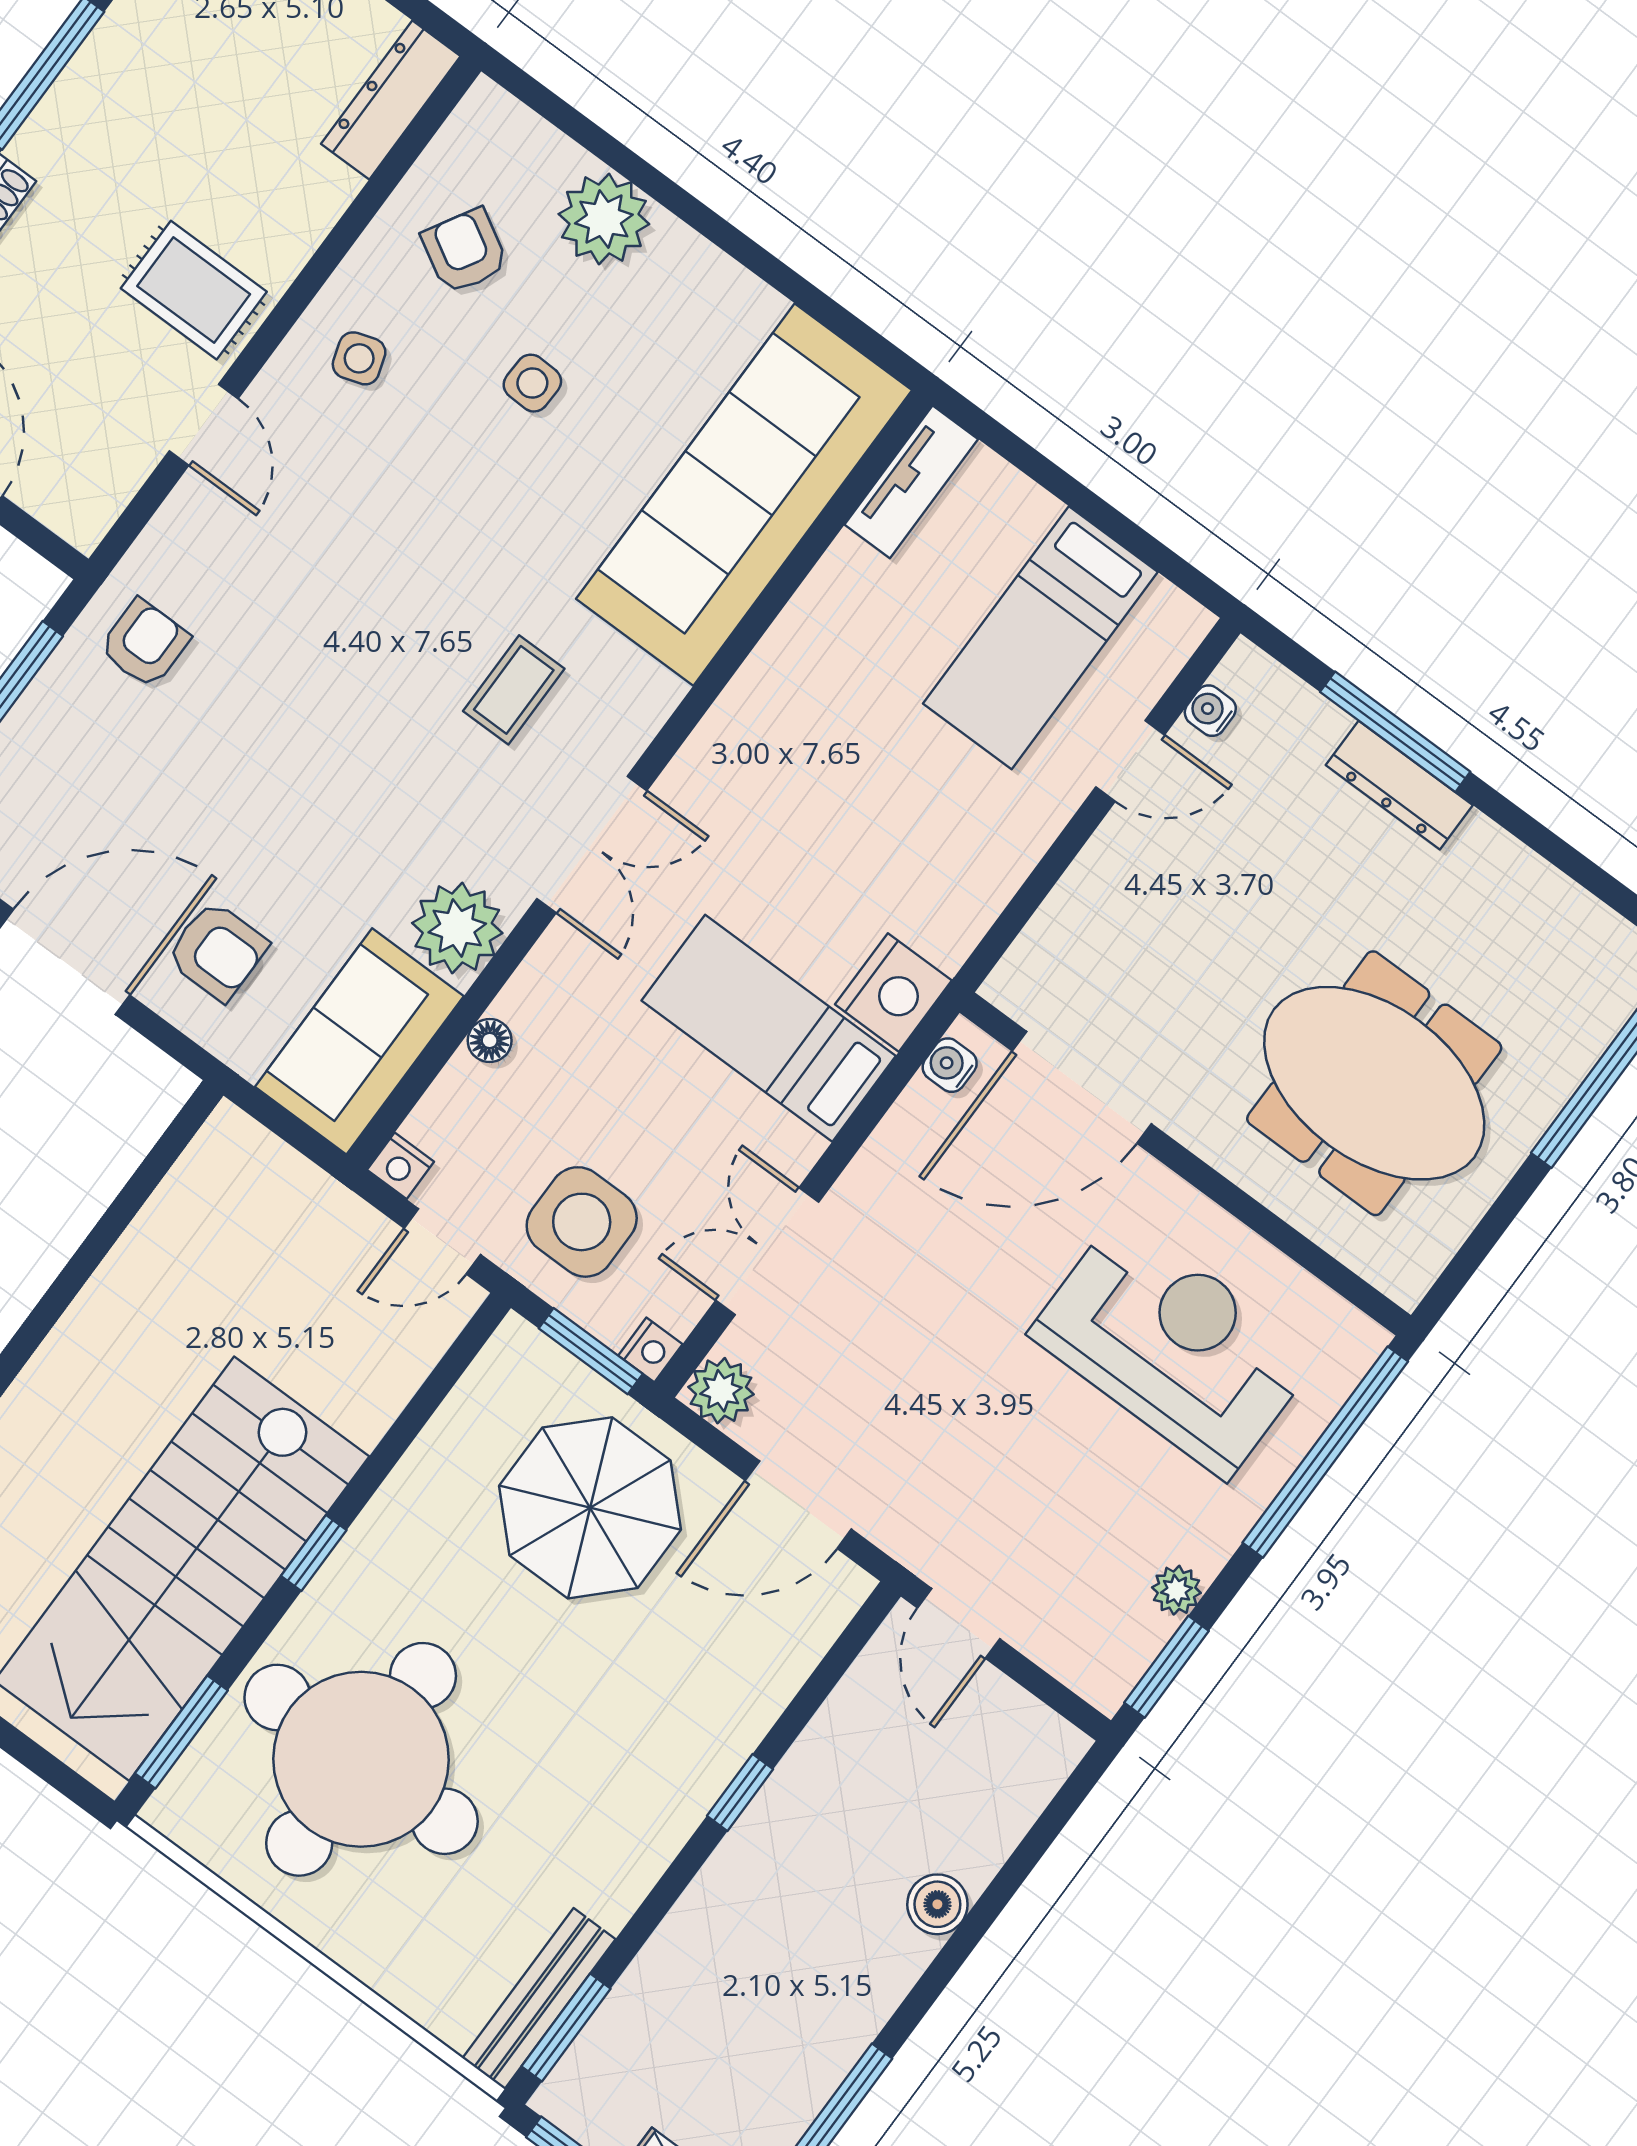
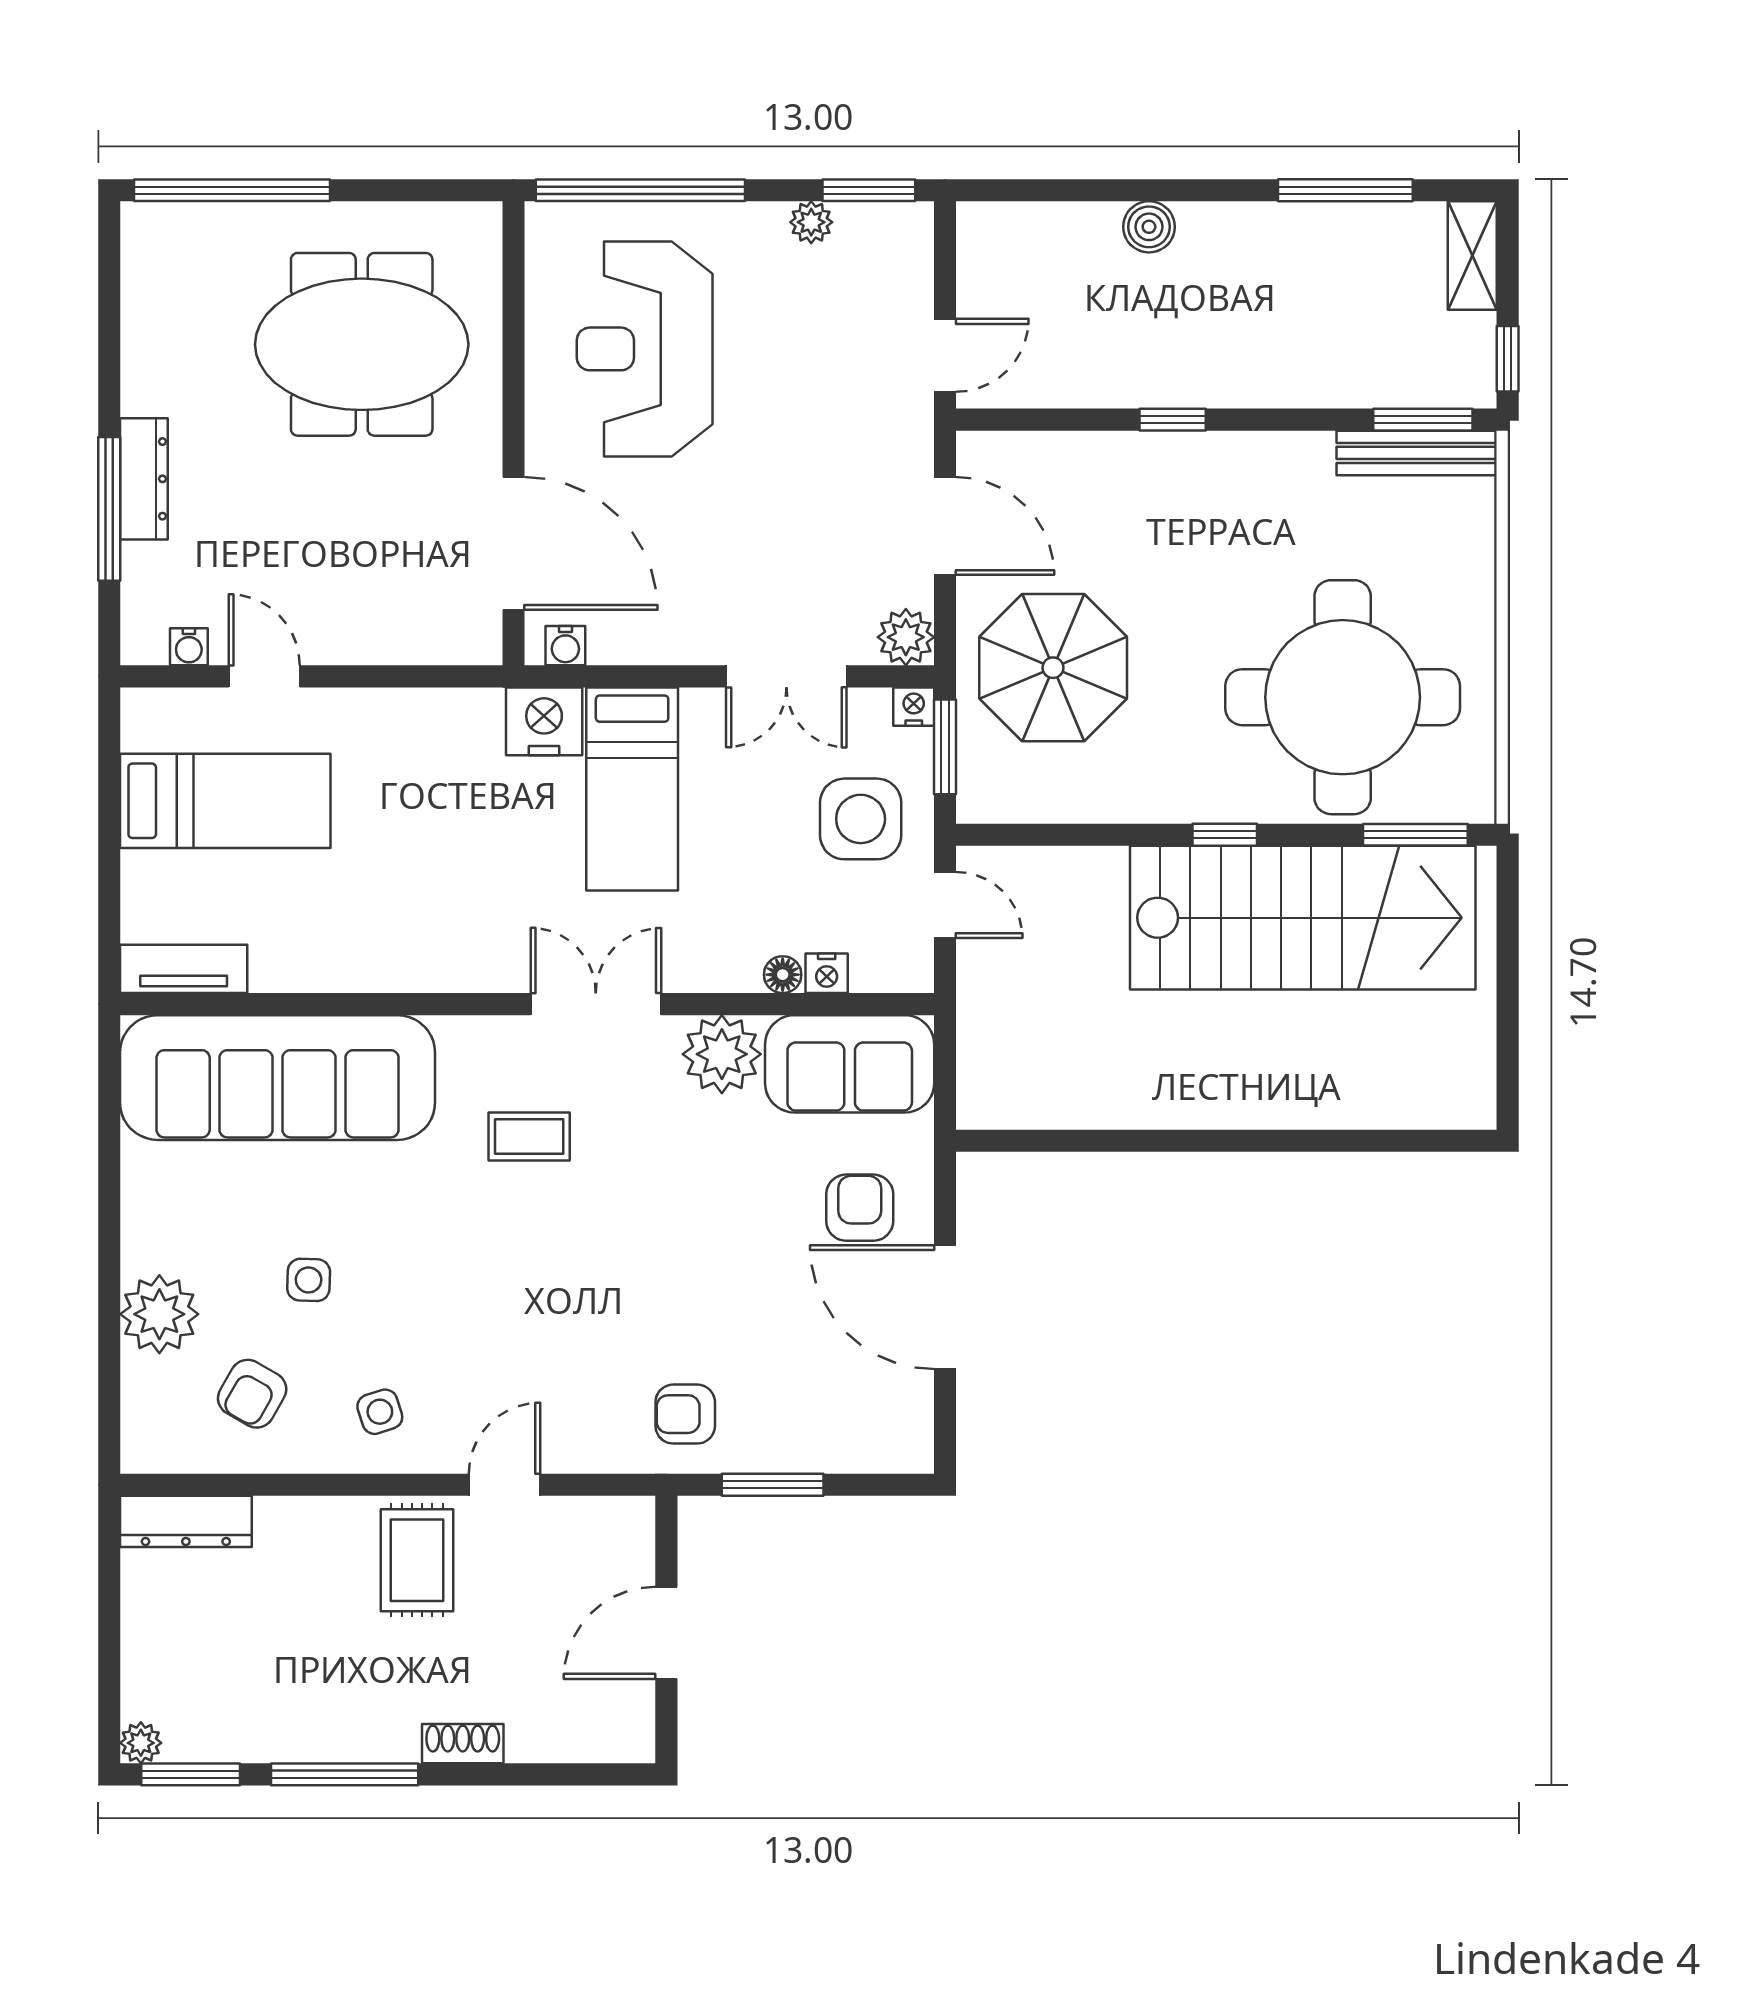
meeting table: (1374, 1083) -> (362, 344), turned 90
nightstand: (401, 1166) -> (827, 973), moved, turned 90

